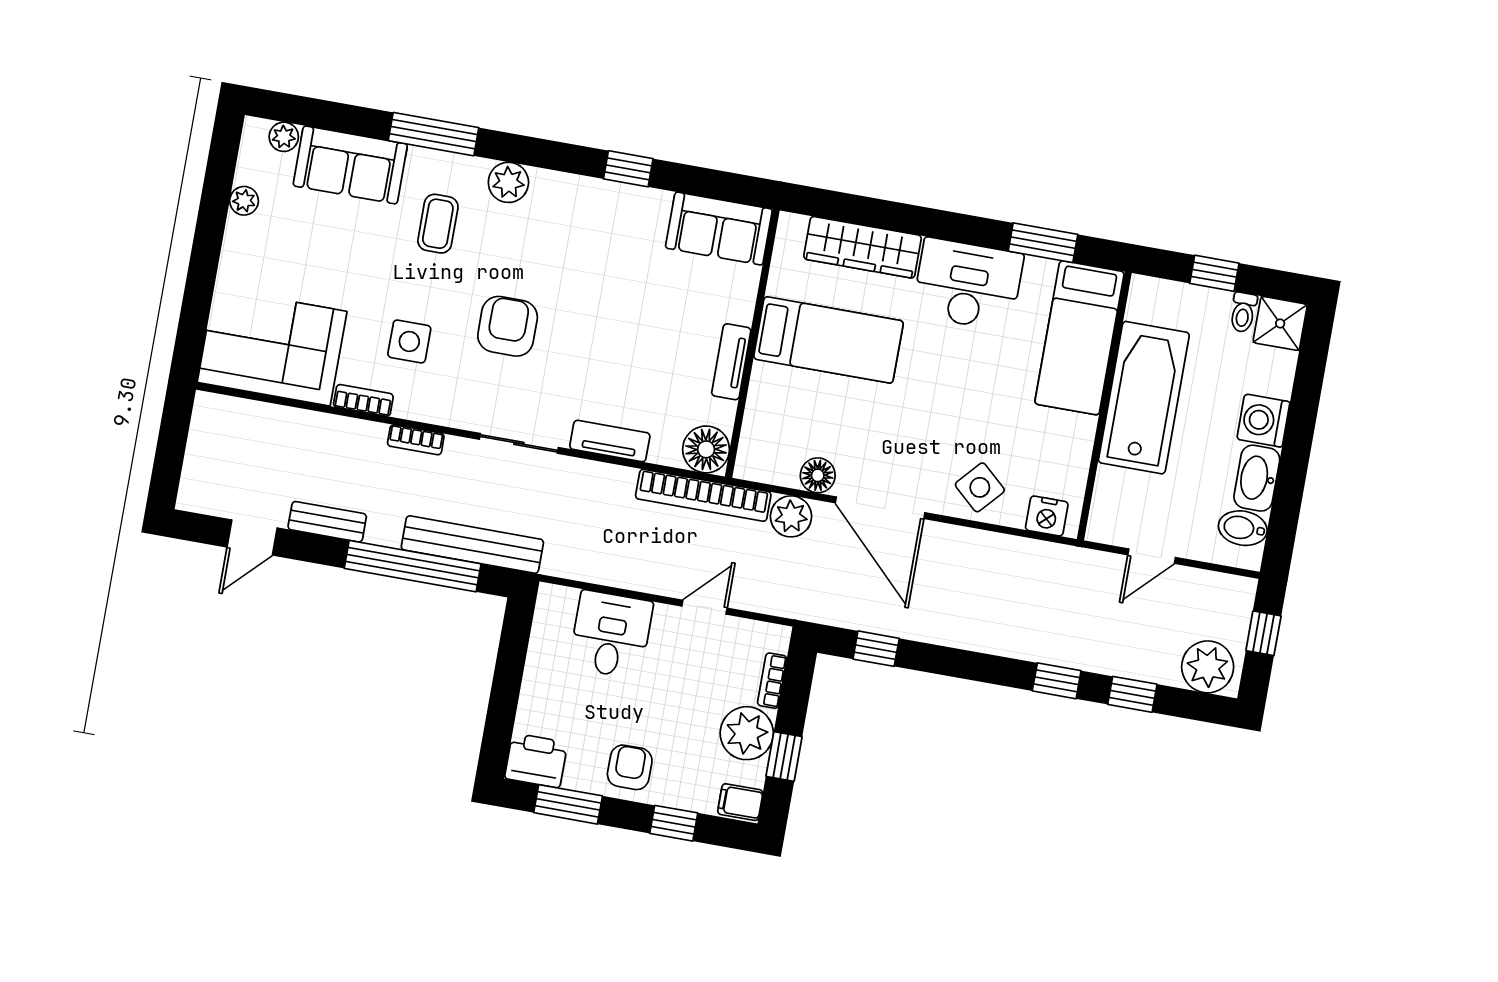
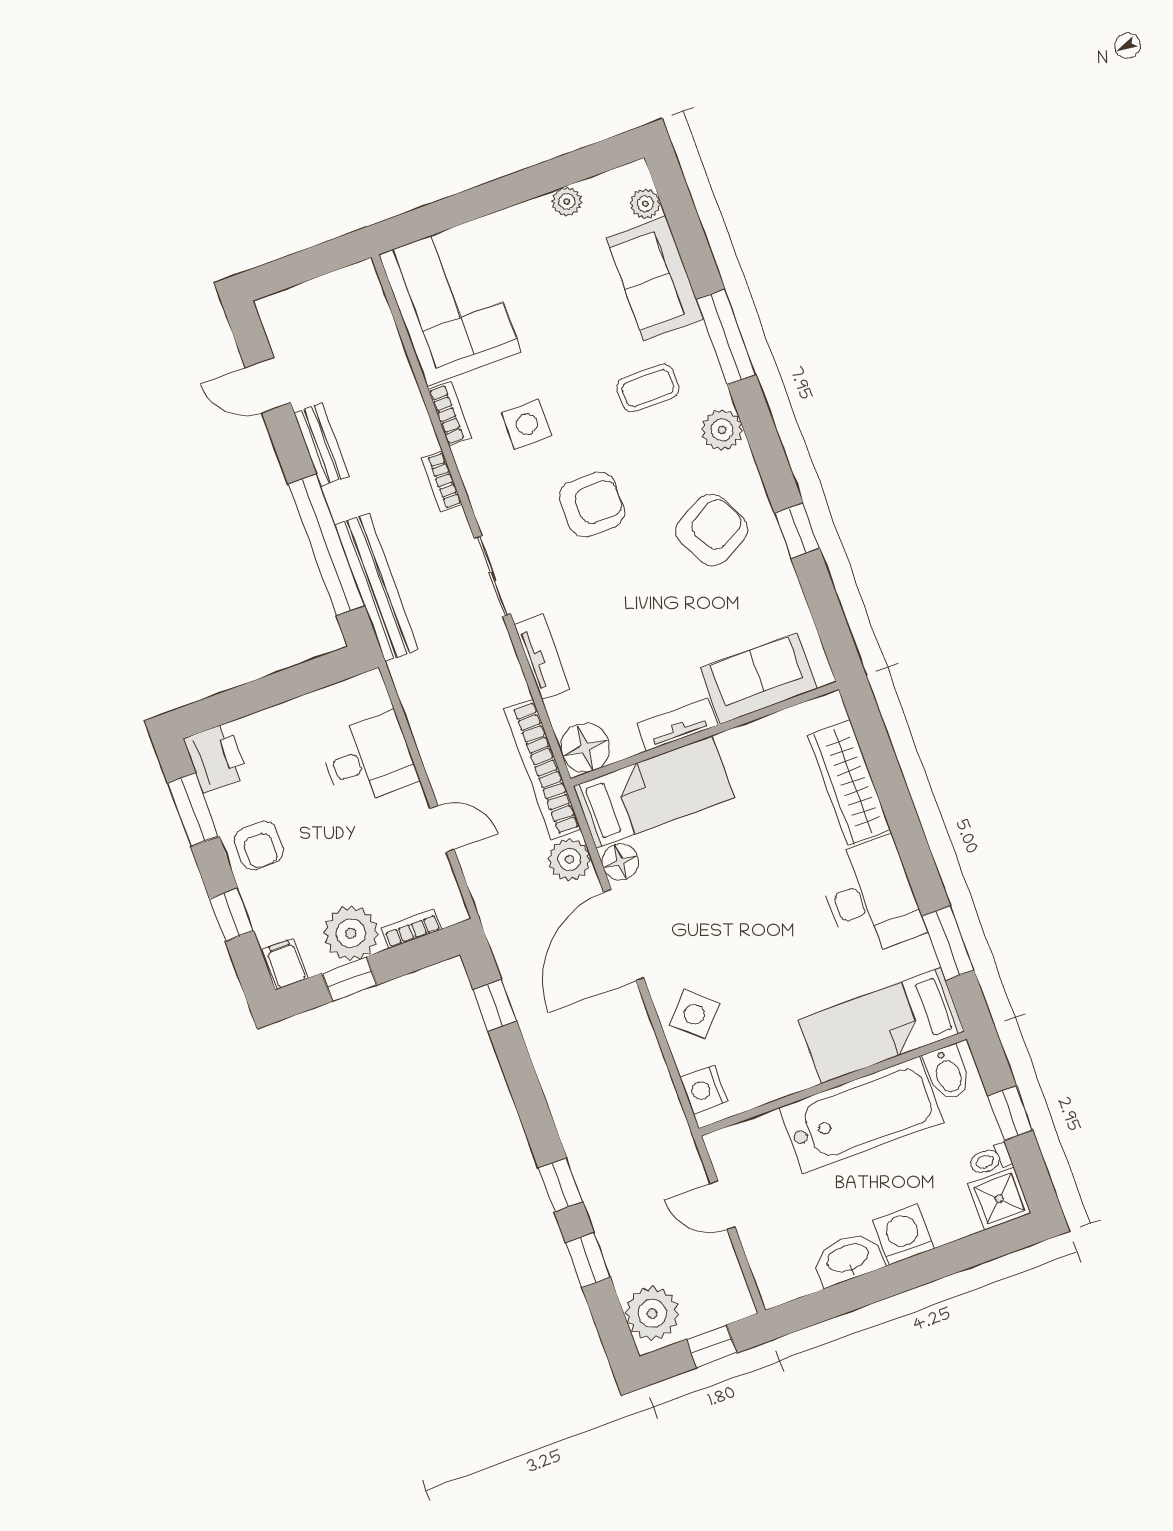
sofa: (719, 229) -> (759, 678), moved, turned 90
armchair: (586, 239) -> (712, 530), added
bed: (828, 340) -> (654, 792), moved, turned -90
bidet: (1243, 528) -> (948, 1073), moved, turned 180
armchair: (630, 767) -> (259, 846), turned 90

